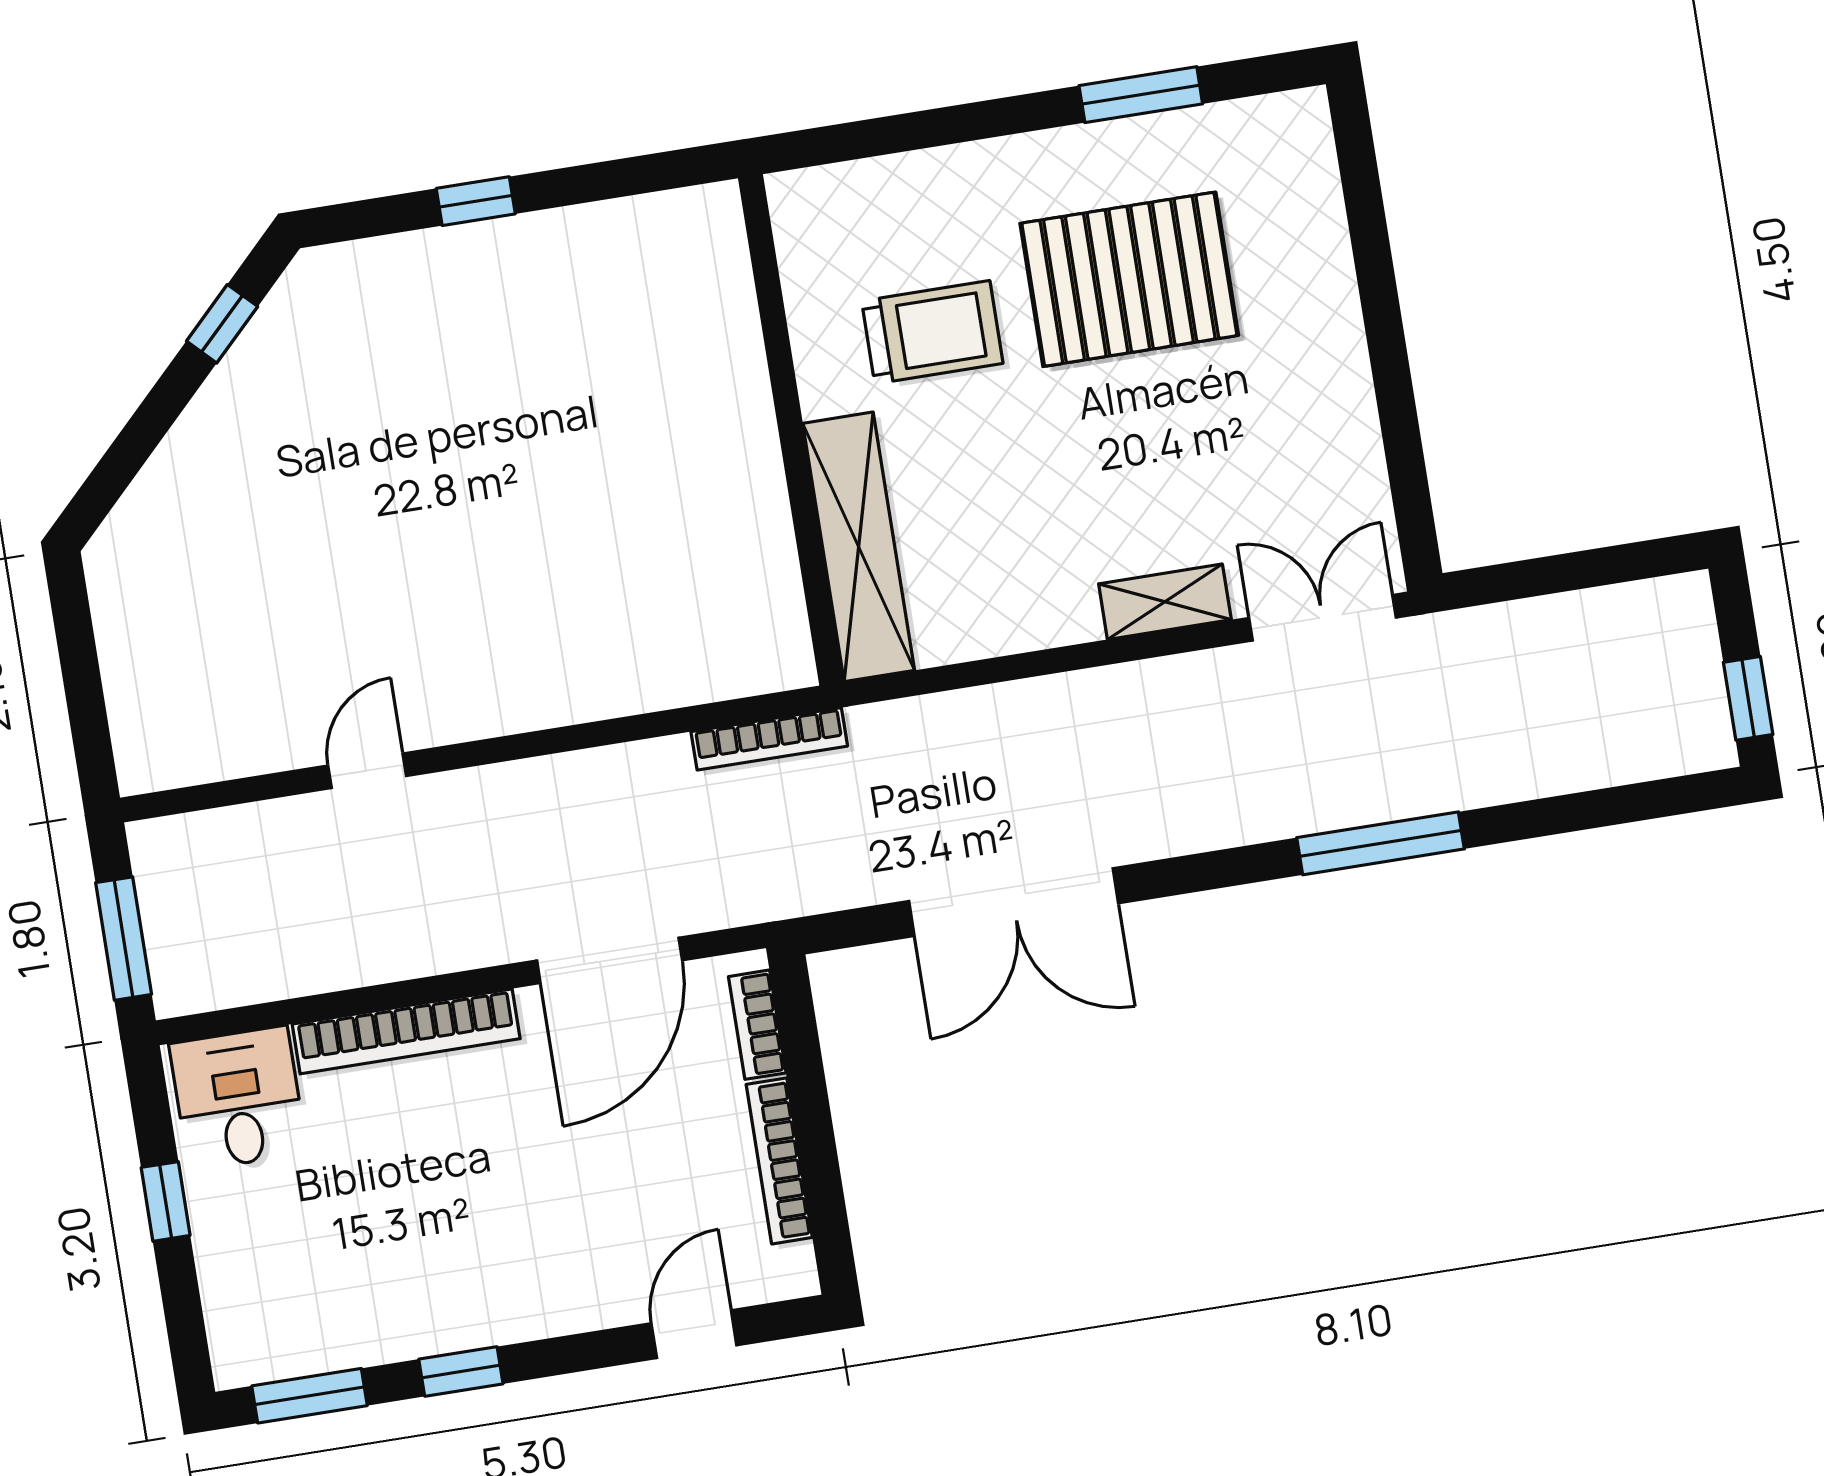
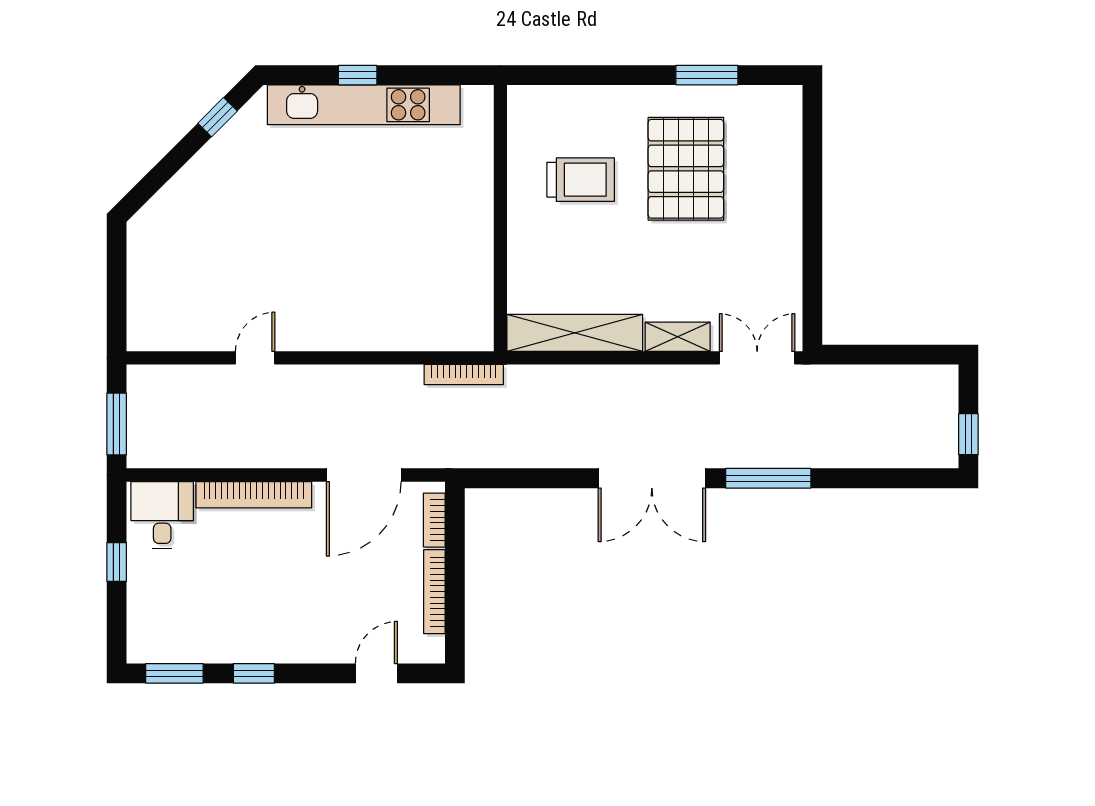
kitchen unit: (497, 256) -> (364, 105), added
pallet: (1129, 279) -> (686, 169), turned 90
shelving: (859, 547) -> (575, 333), moved, turned 90
double door: (1014, 902) -> (652, 478), moved

